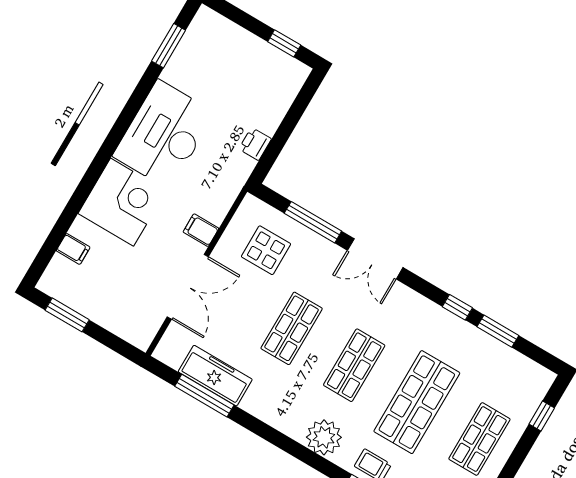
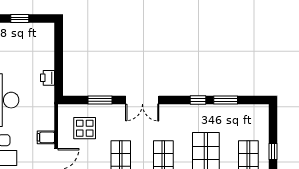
window: (284, 43) -> (20, 18), moved
window: (313, 222) -> (100, 100), width x0.69
window: (542, 416) -> (273, 151), moved

